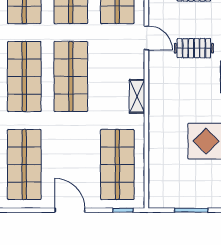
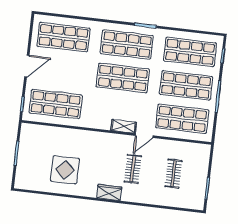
shelving: (137, 96) -> (124, 126), moved

